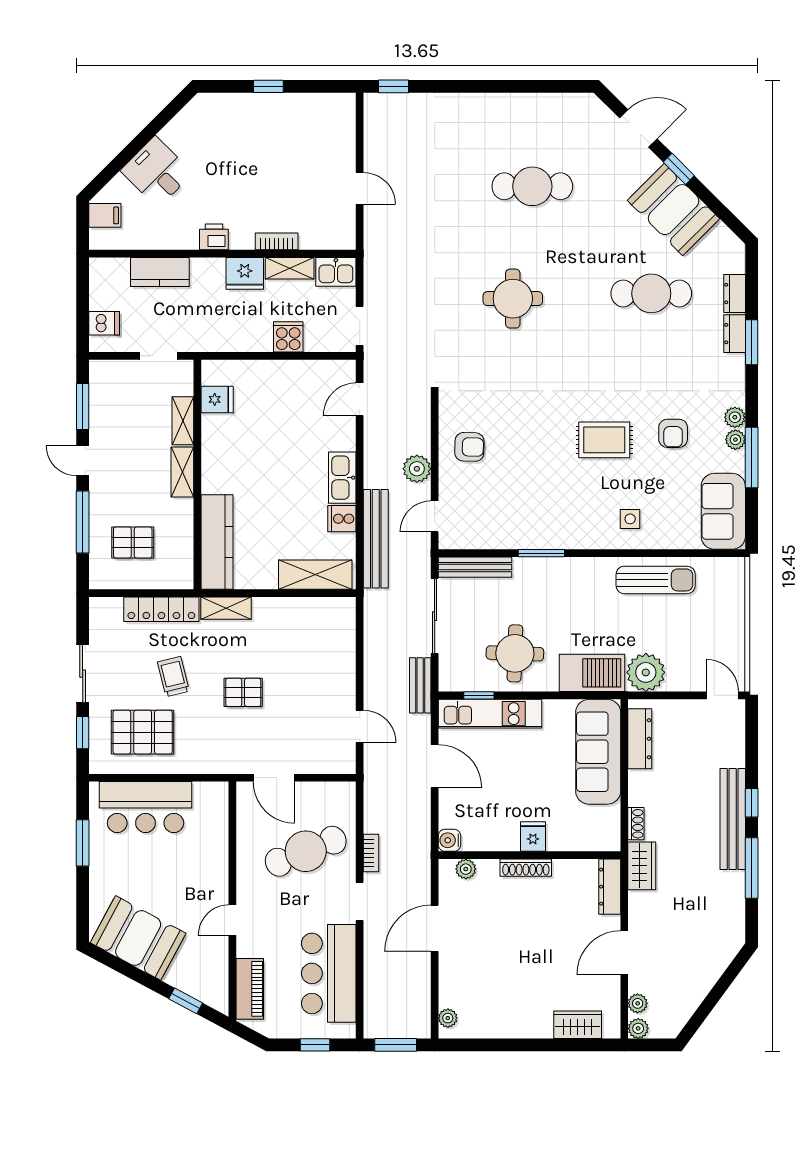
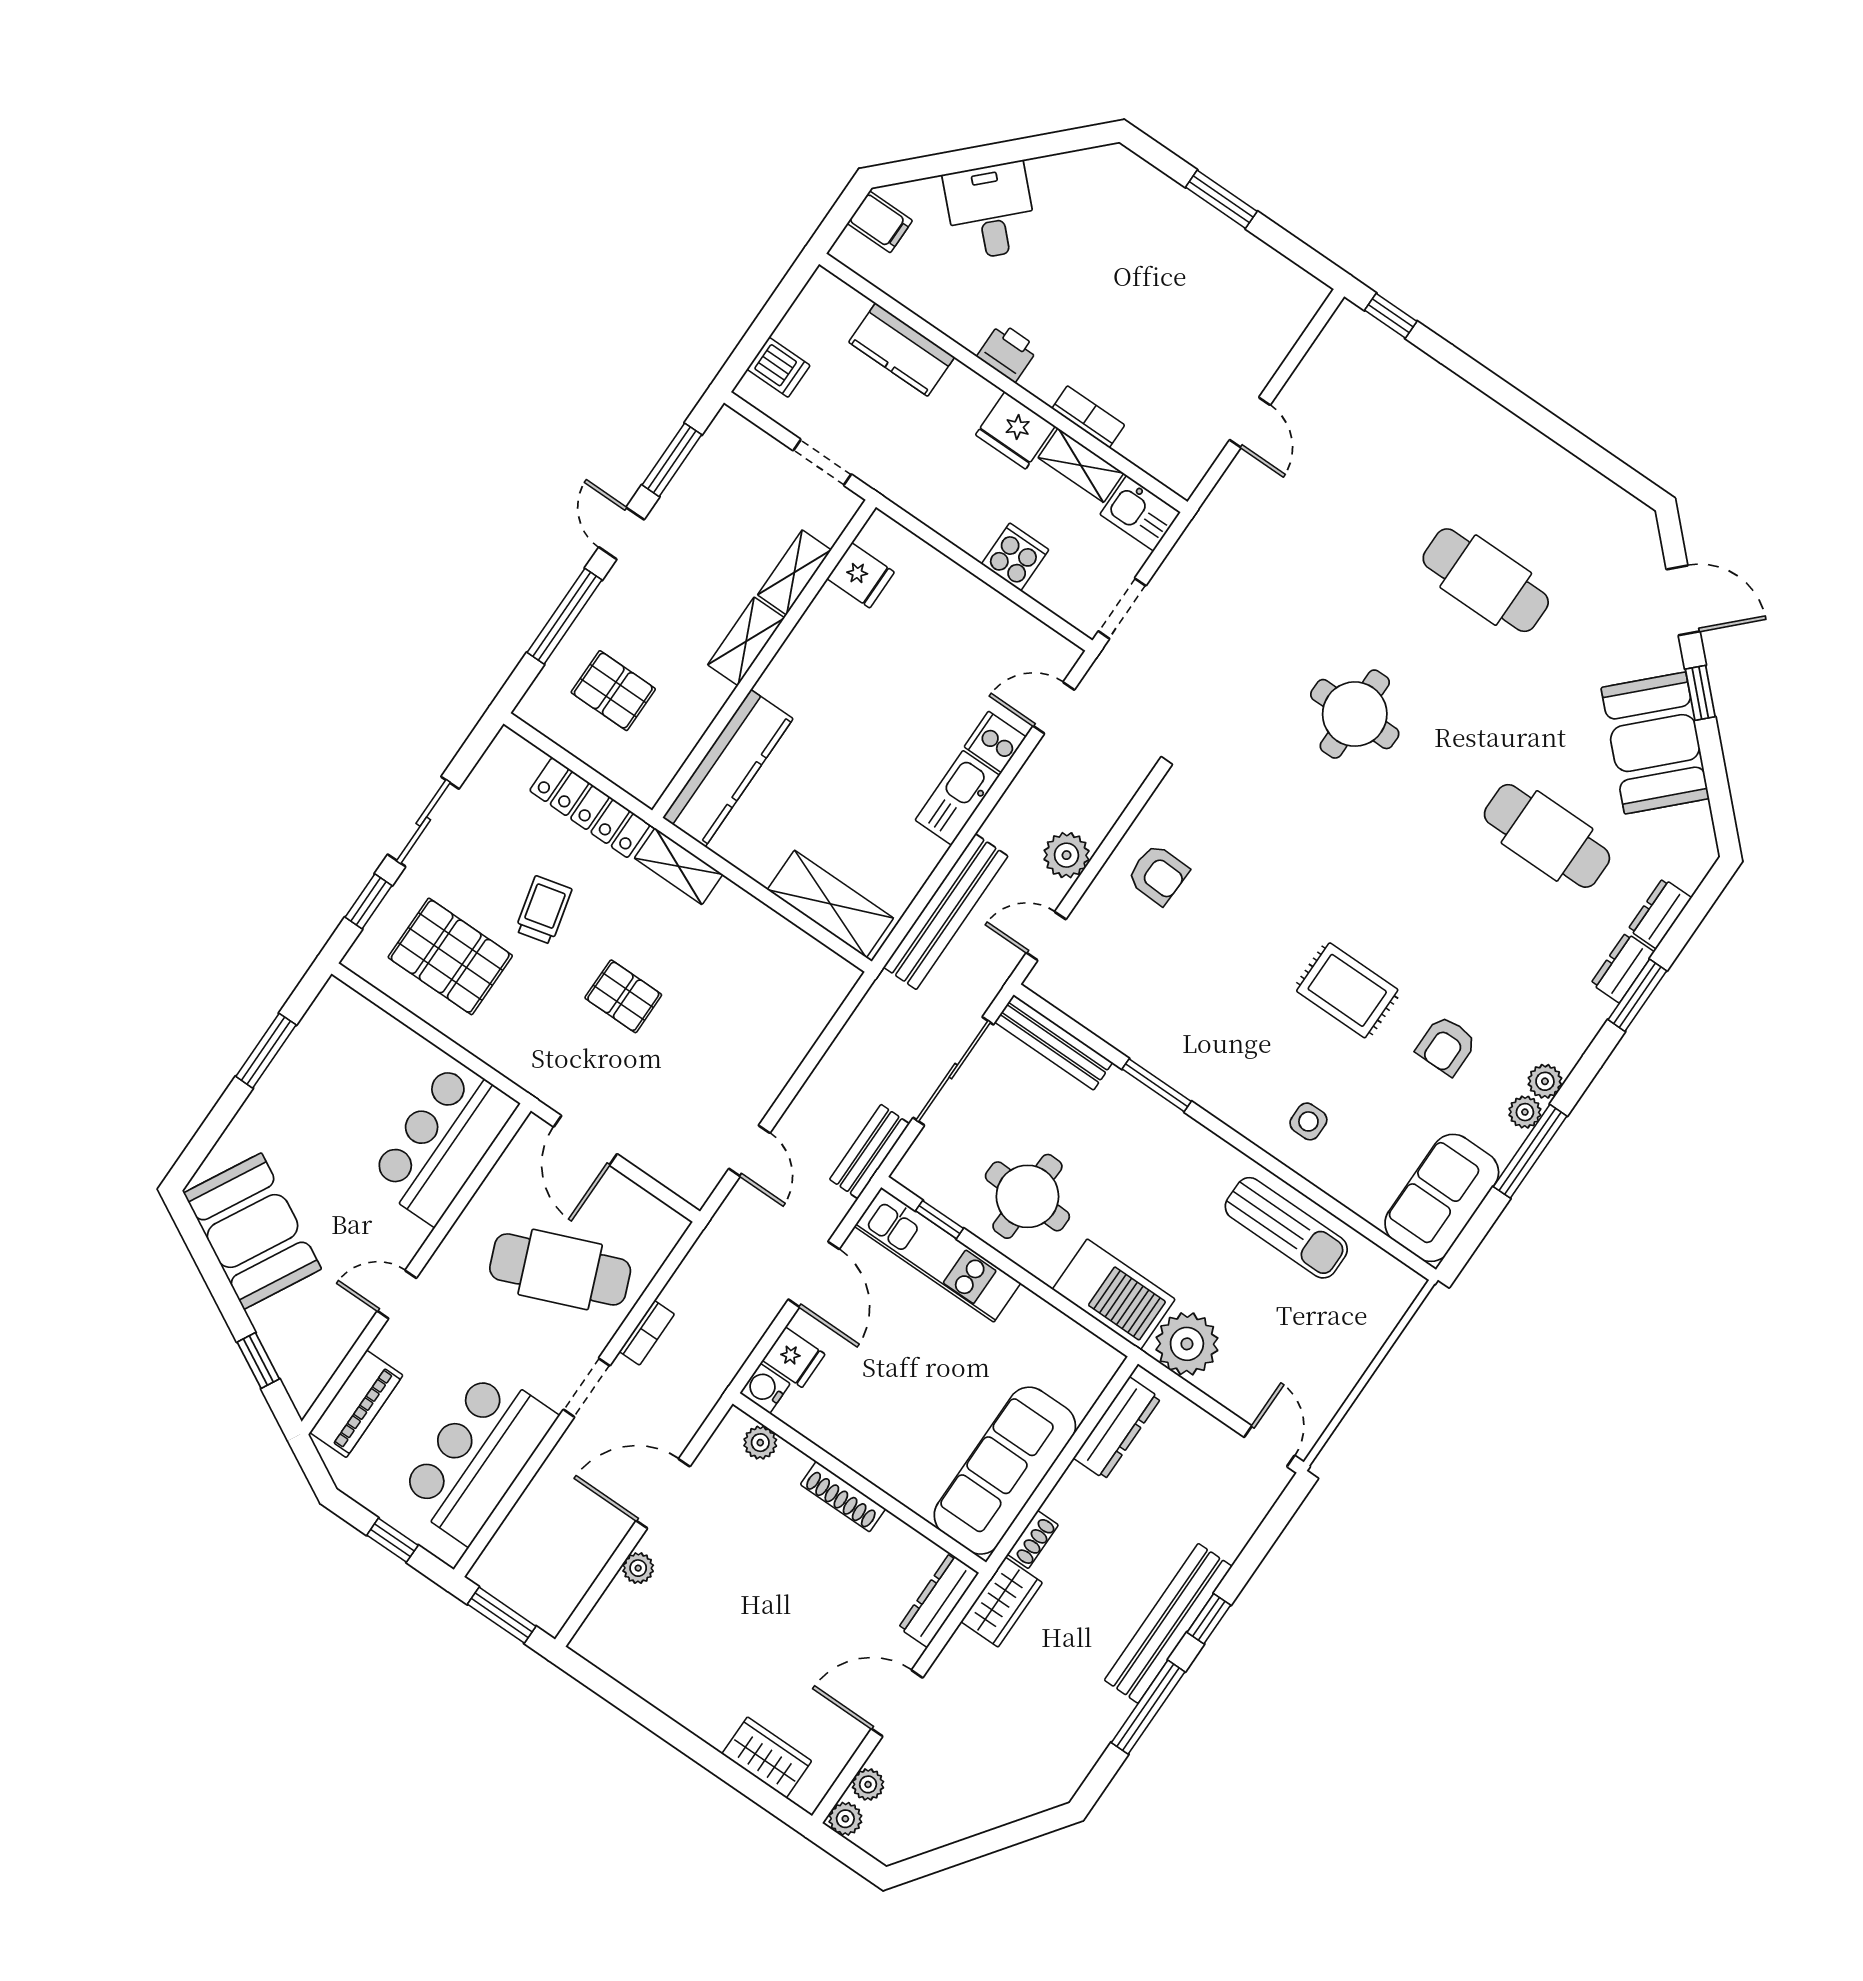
window: (268, 86) -> (1221, 199), width x1.50
cooker: (342, 519) -> (995, 742), moved
sofa: (598, 752) -> (1005, 1471), moved
bar counter: (146, 807) -> (443, 1142), moved, turned 90
fridge: (533, 837) -> (794, 1357), moved, turned 90
plant: (448, 1018) -> (638, 1568), moved

